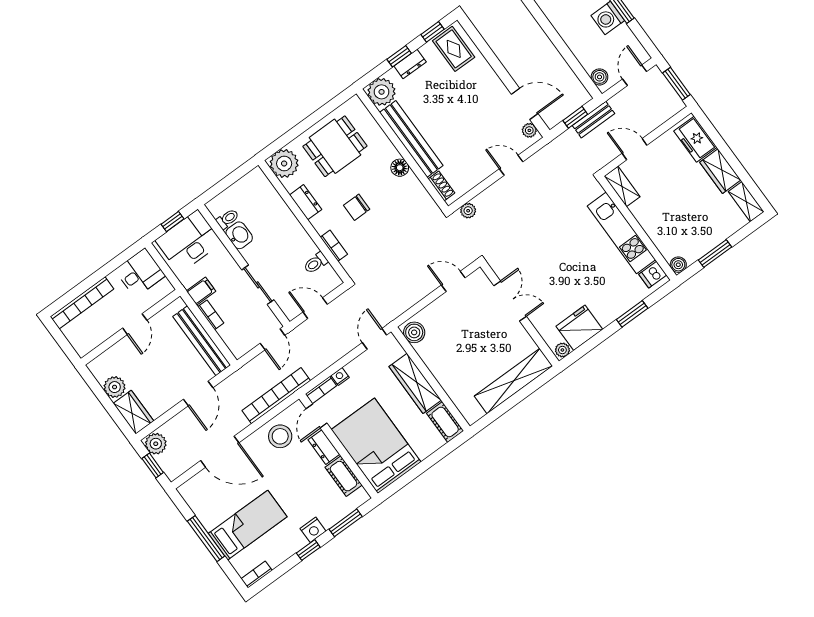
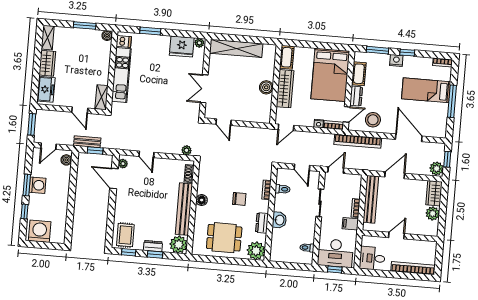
washbasin: (239, 235) -> (279, 220), moved, turned 180
boiler: (414, 332) -> (266, 87), moved

